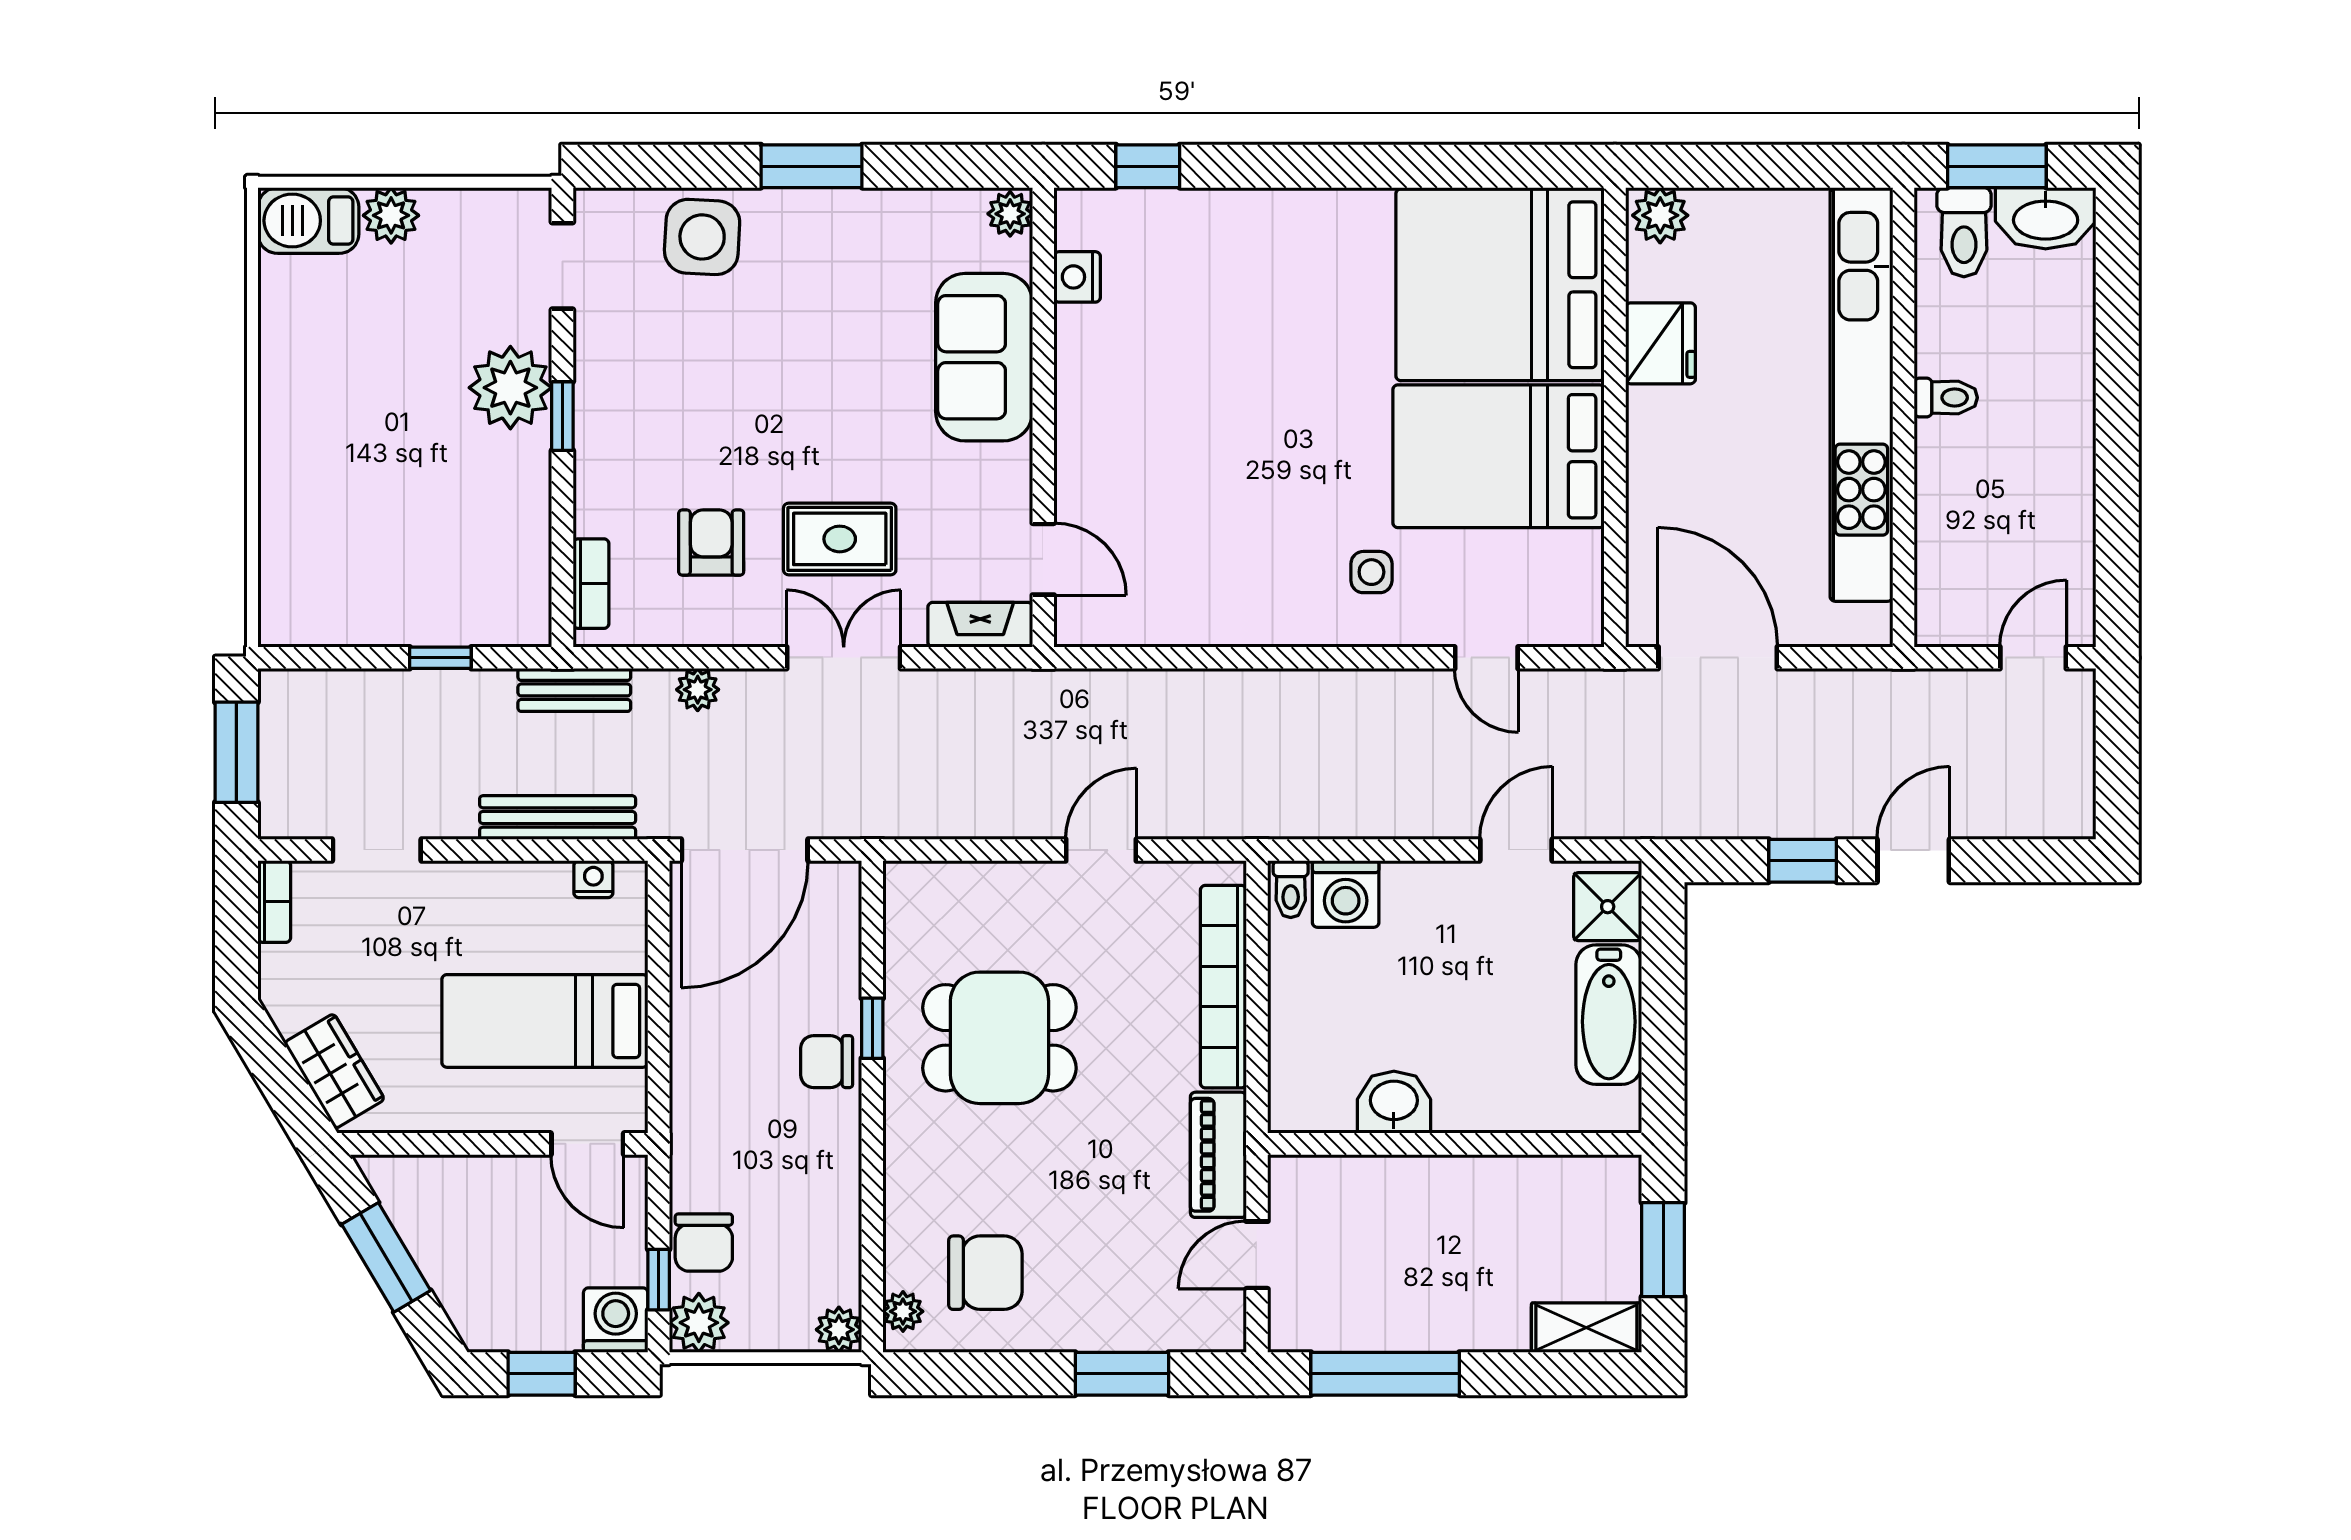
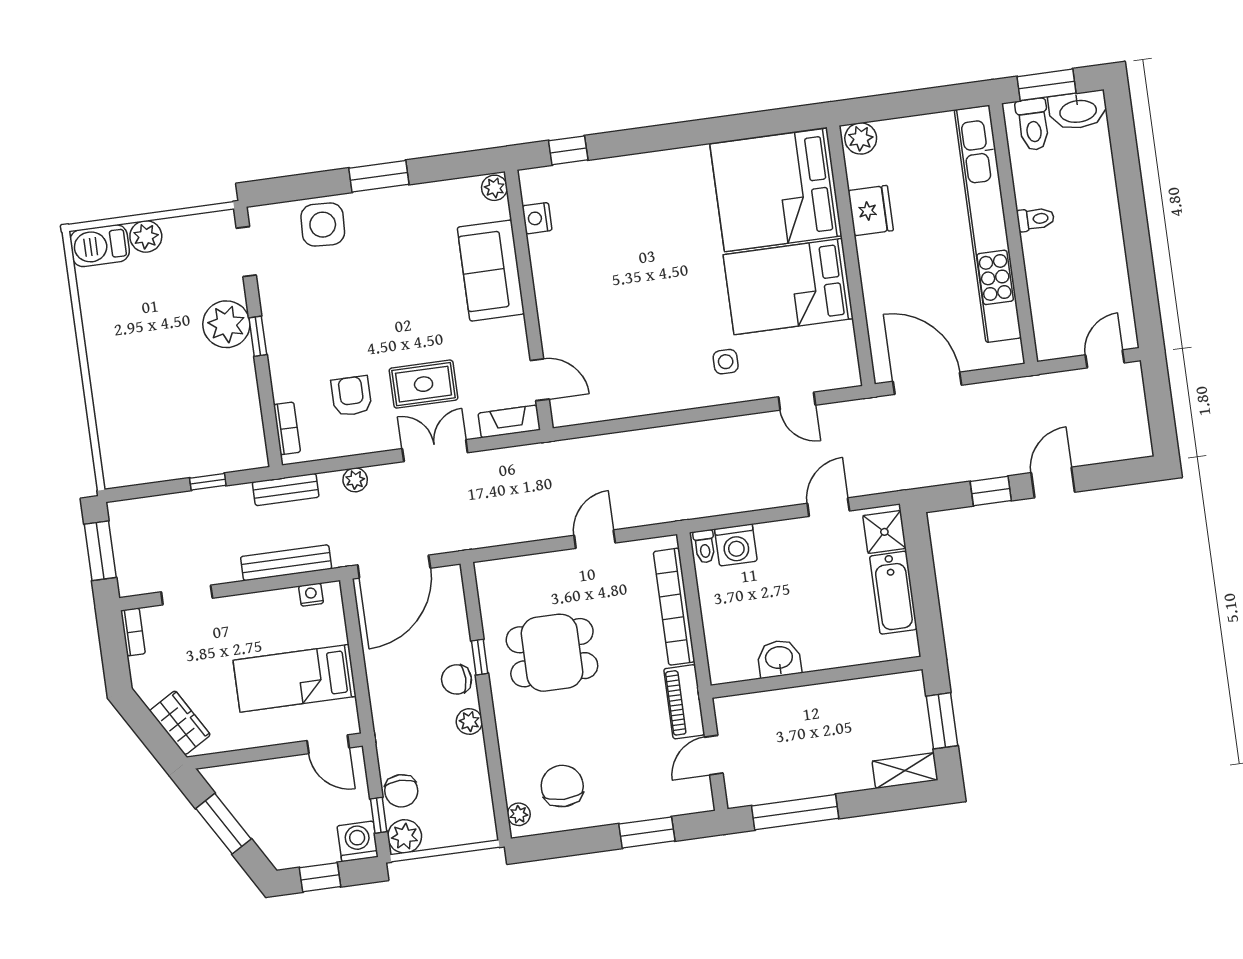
chair: (985, 1273) -> (562, 786), turned -90
plant: (839, 1330) -> (469, 721), moved

